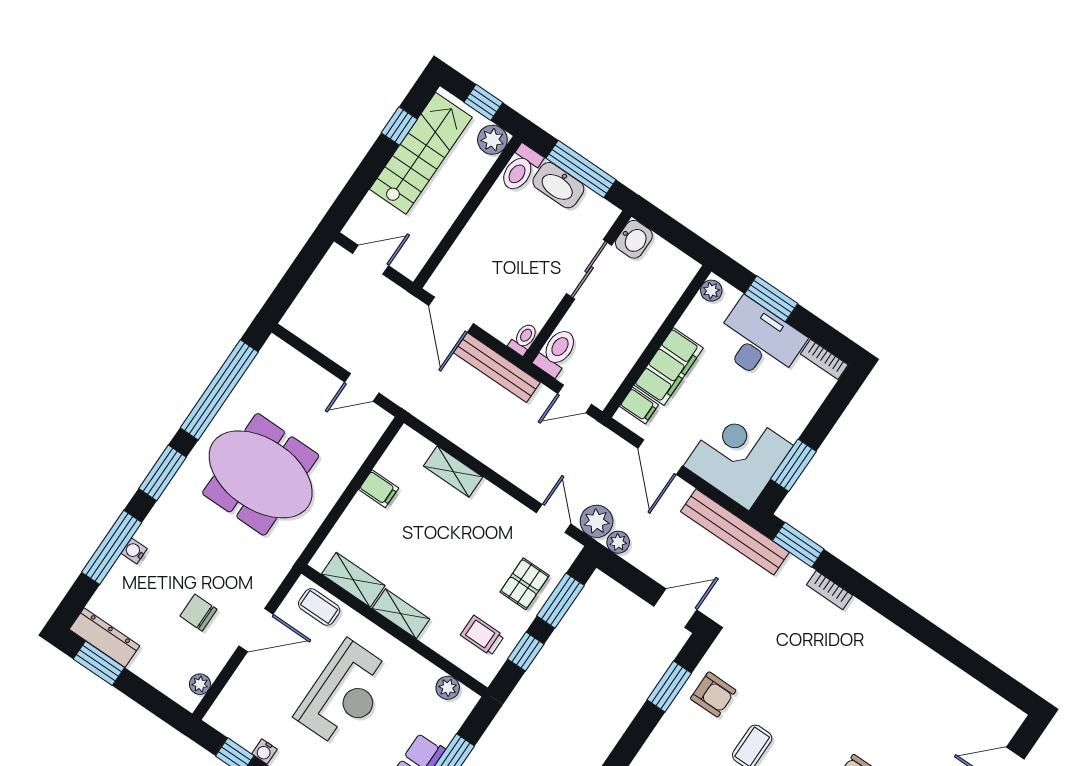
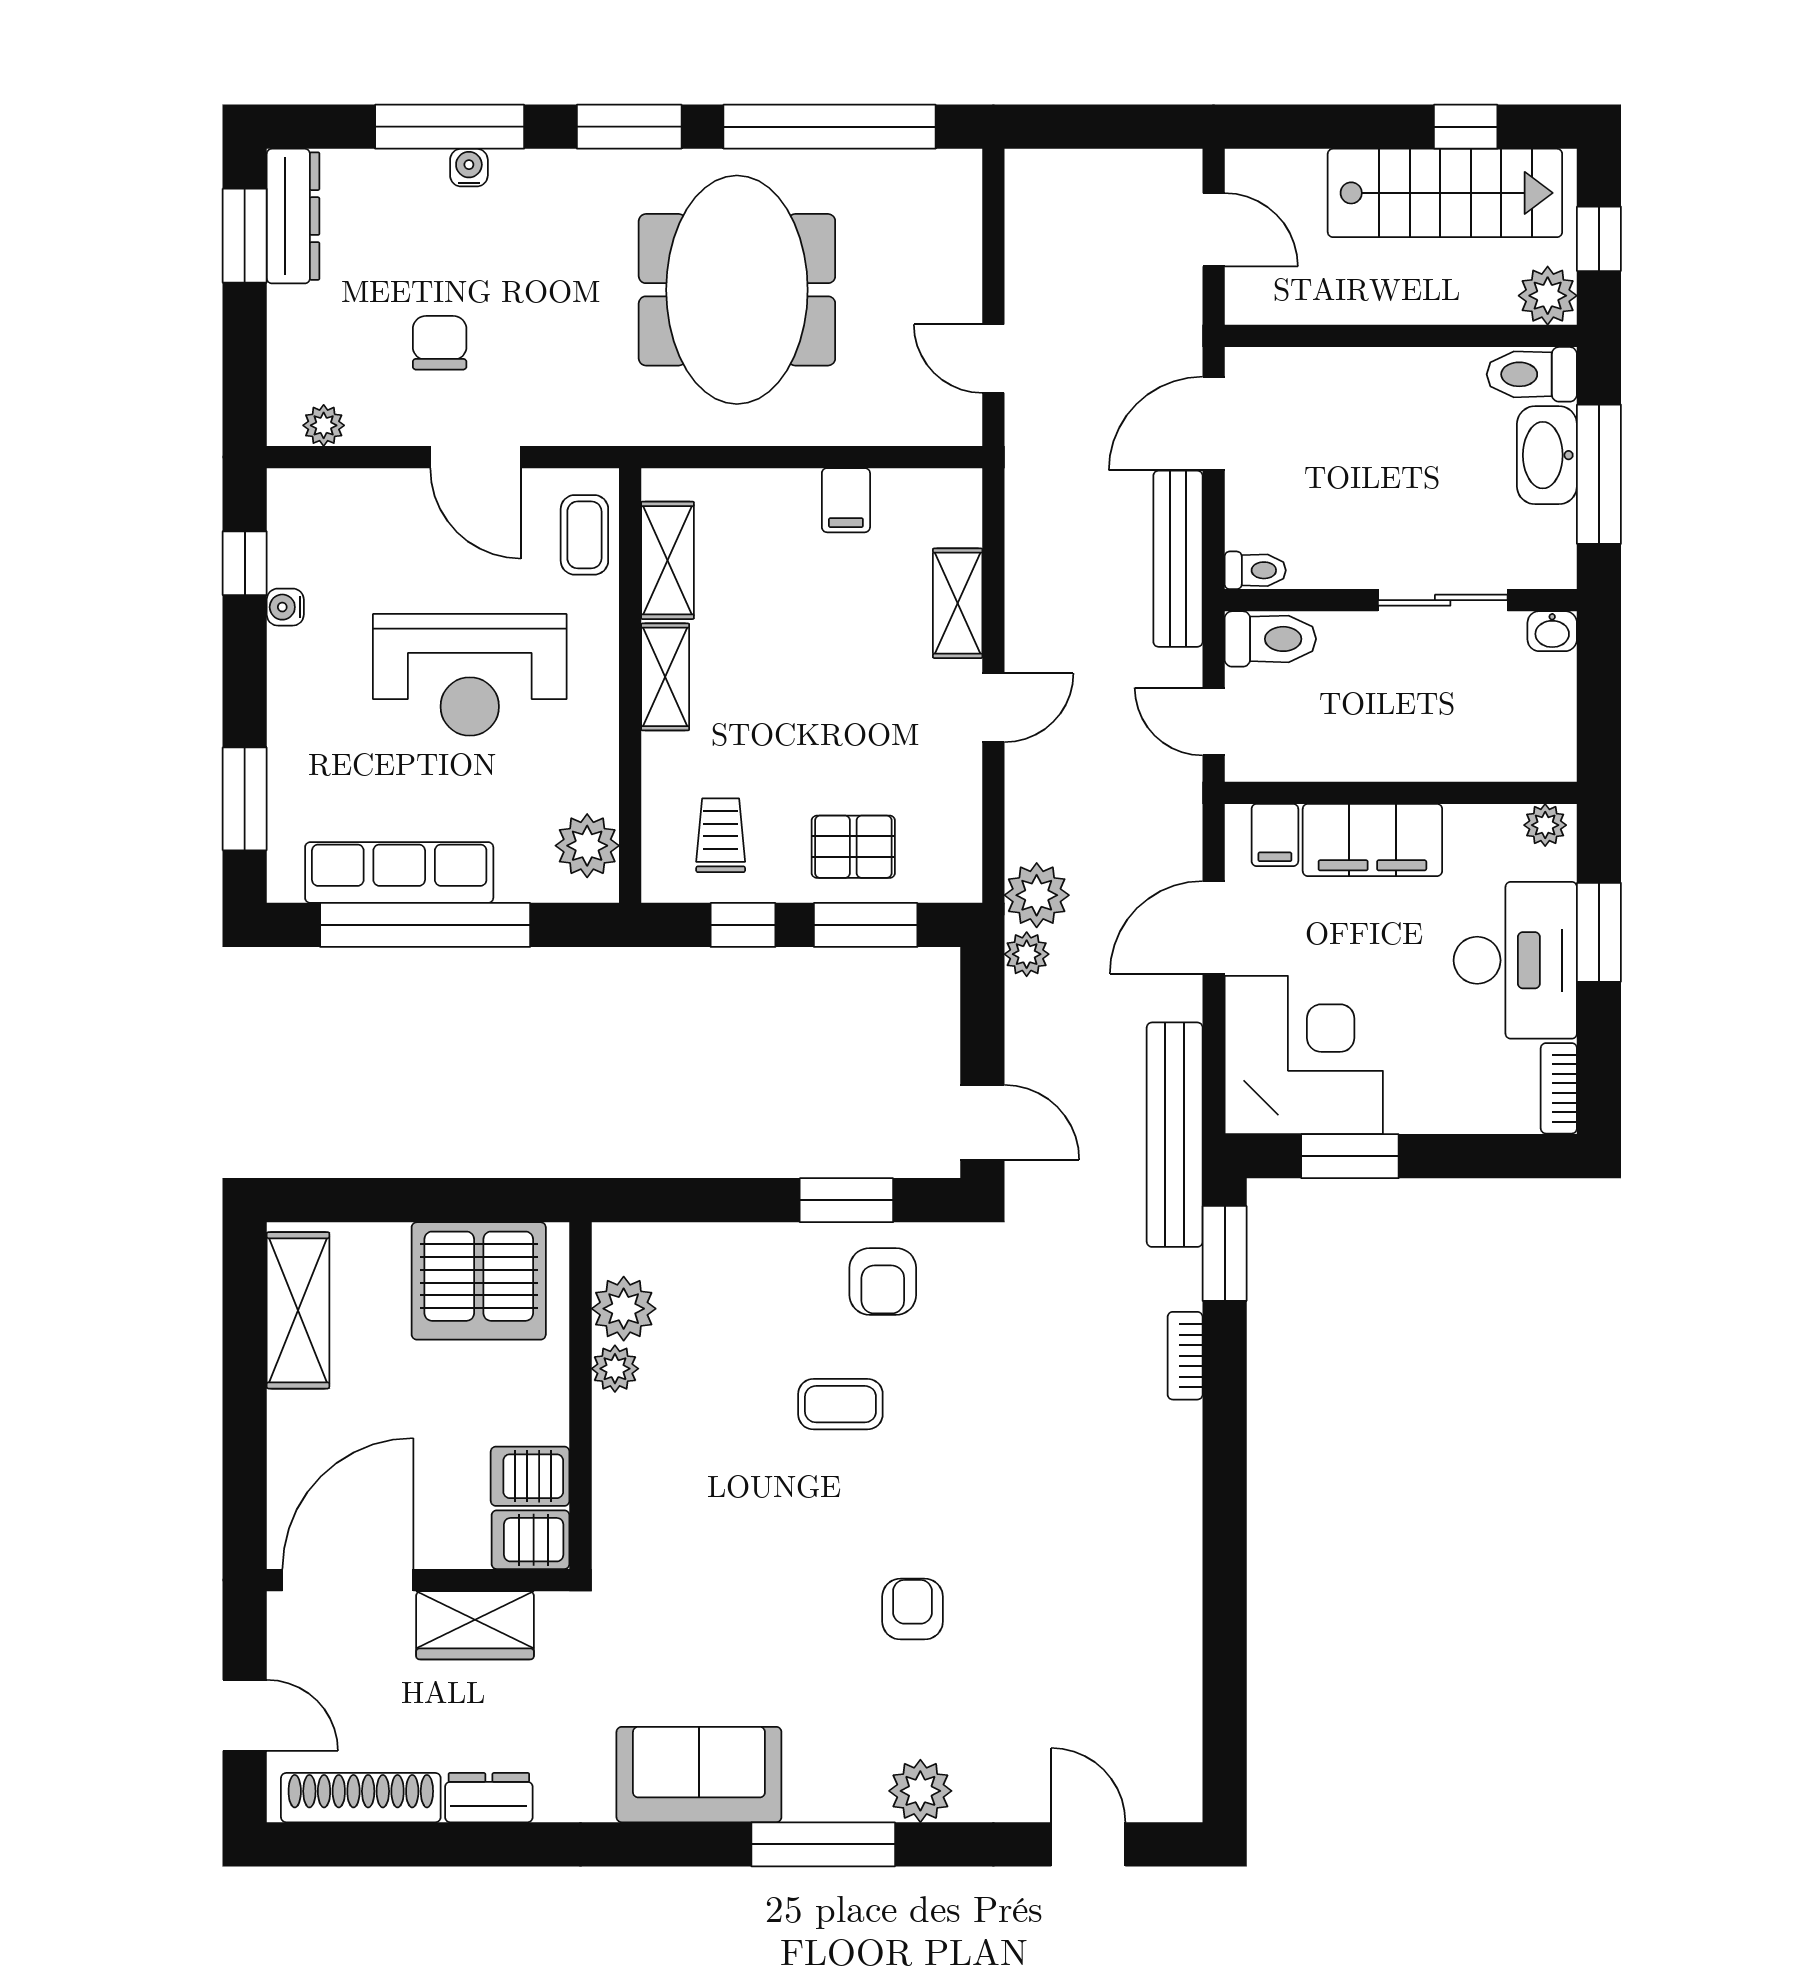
washbasin: (634, 239) -> (1552, 631), width x0.72, depth x0.69
door: (554, 518) -> (993, 708), moved
plant: (448, 688) -> (587, 846), width x1.38, depth x1.38

